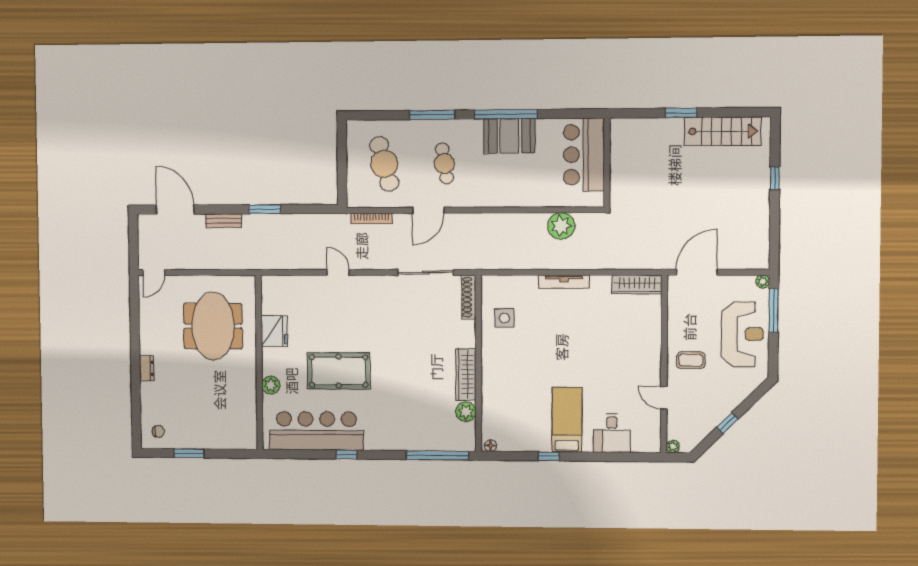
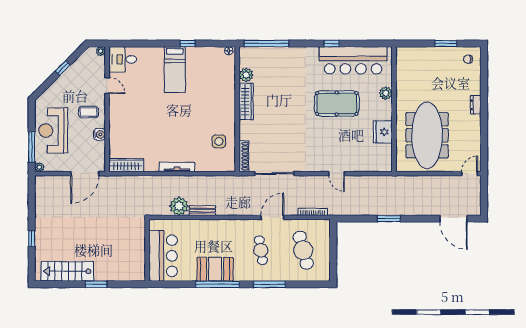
bench: (224, 221) -> (202, 211), moved
meeting table: (213, 326) -> (427, 135), width x1.36
water cooler: (675, 328) -> (99, 134), added
desk: (612, 433) -> (123, 59), moved, turned -90

